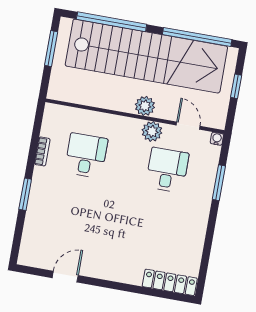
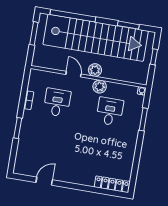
window: (197, 37) -> (128, 25), width x0.47
door: (188, 126) -> (74, 74), moved

